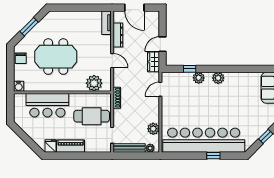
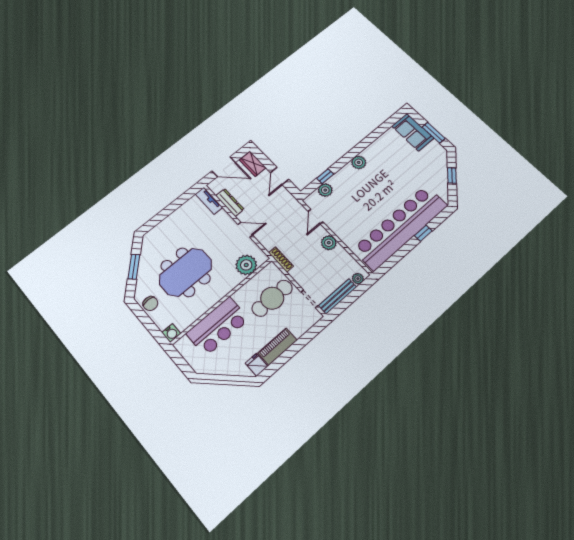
wardrobe: (153, 62) -> (253, 164), moved
plant: (199, 78) -> (325, 190), moved
plant: (153, 129) -> (329, 243), moved

